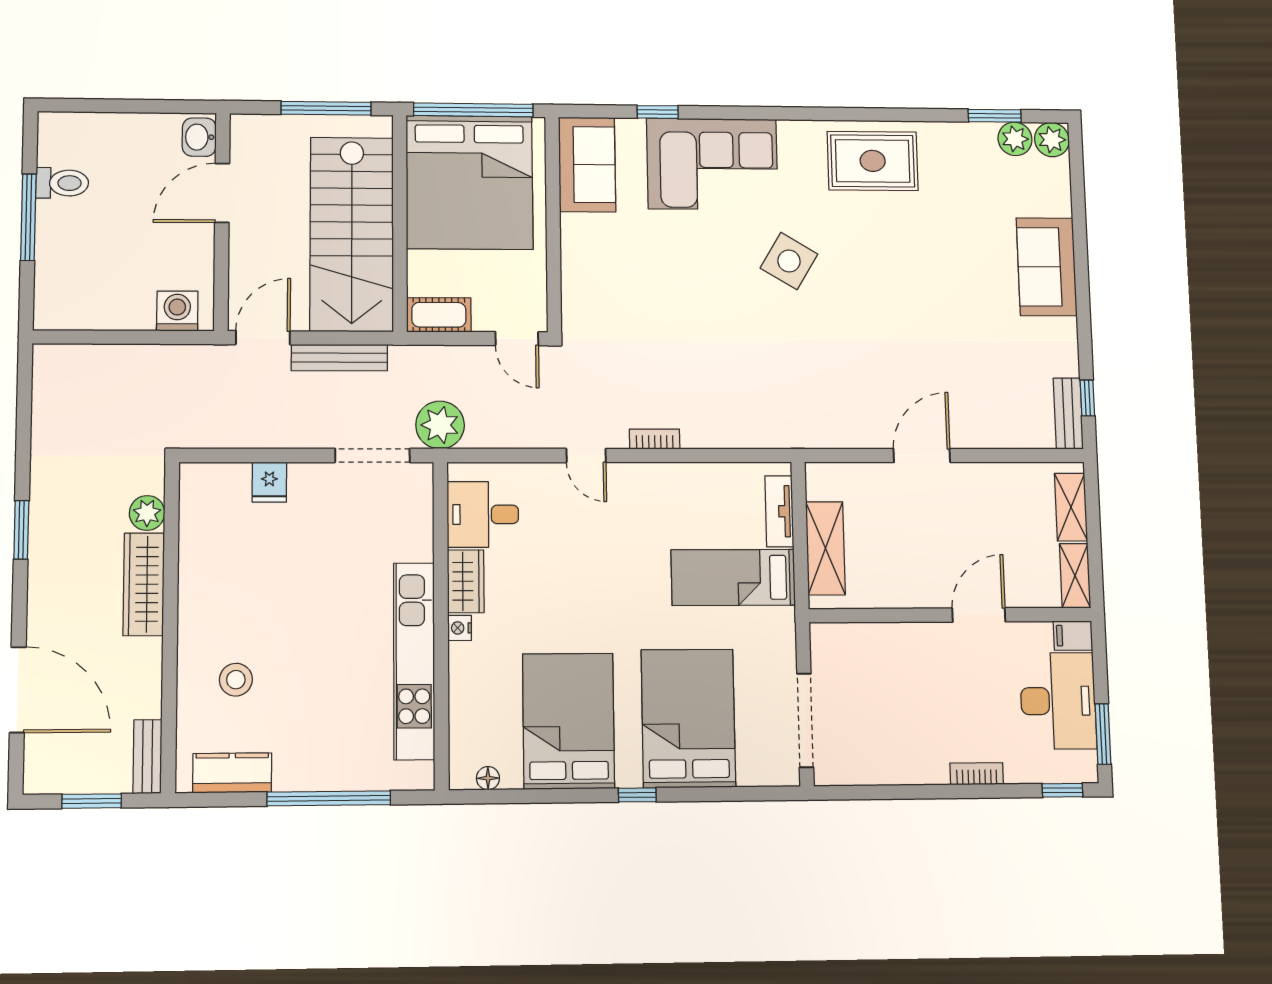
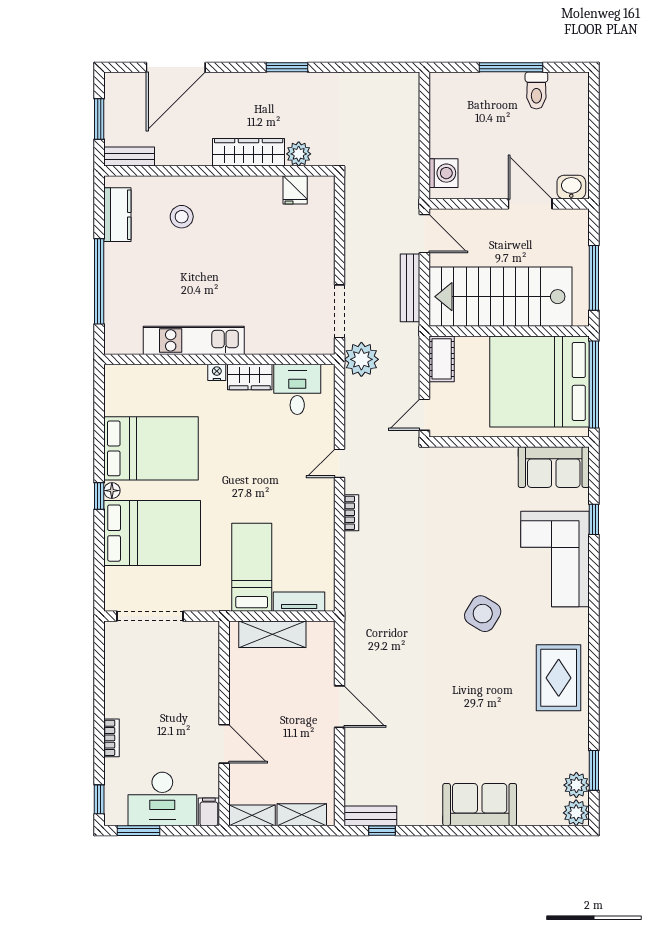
fridge: (269, 482) -> (295, 190), moved, turned -90
kitchen unit: (414, 661) -> (194, 340), width x0.73
floor lamp: (488, 778) -> (112, 491), moved

